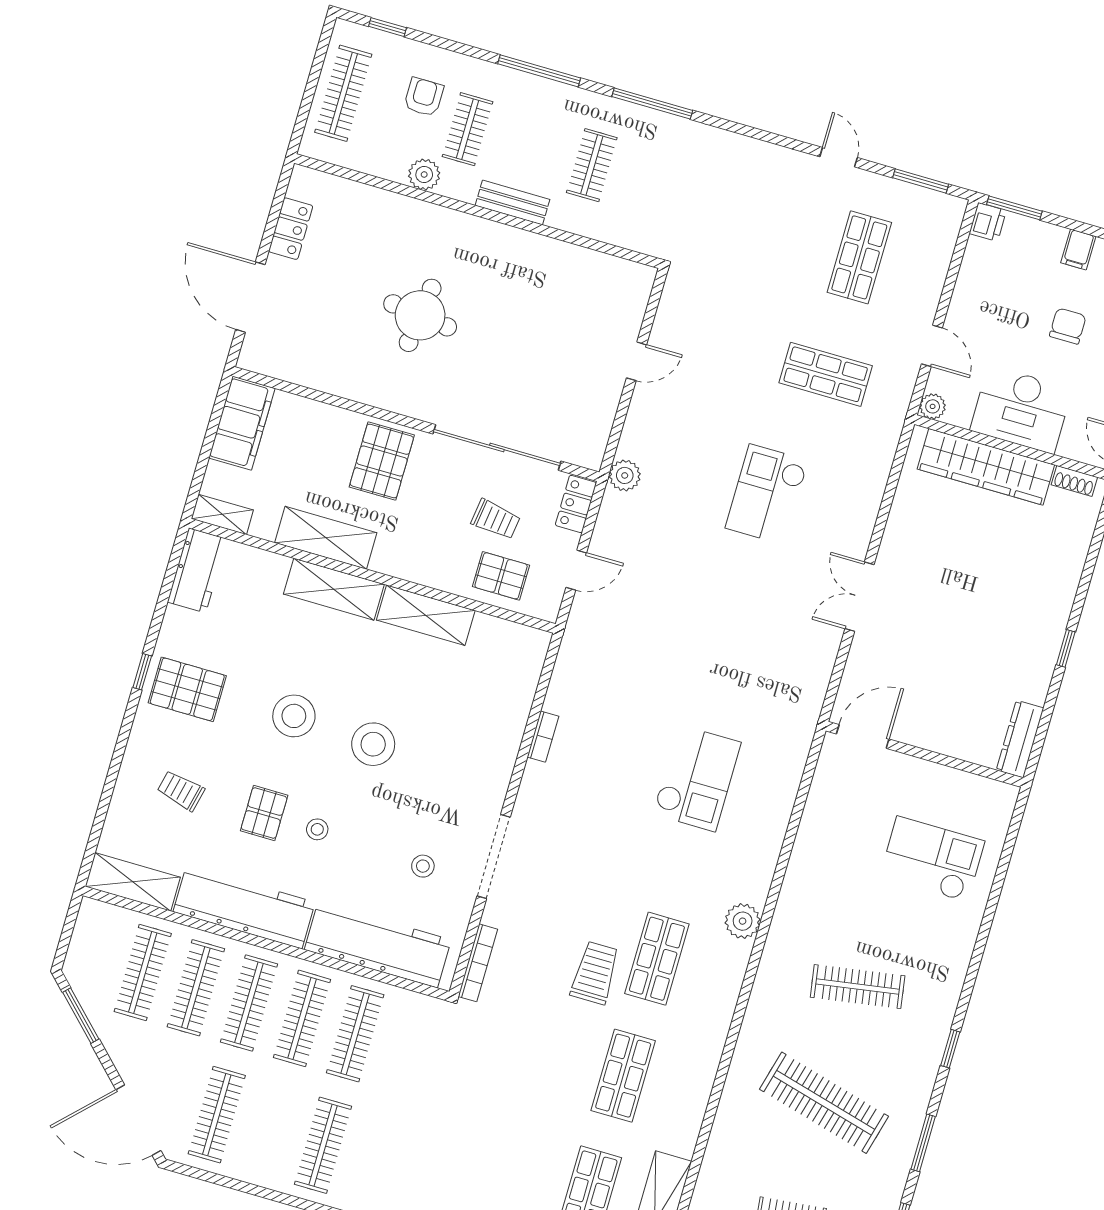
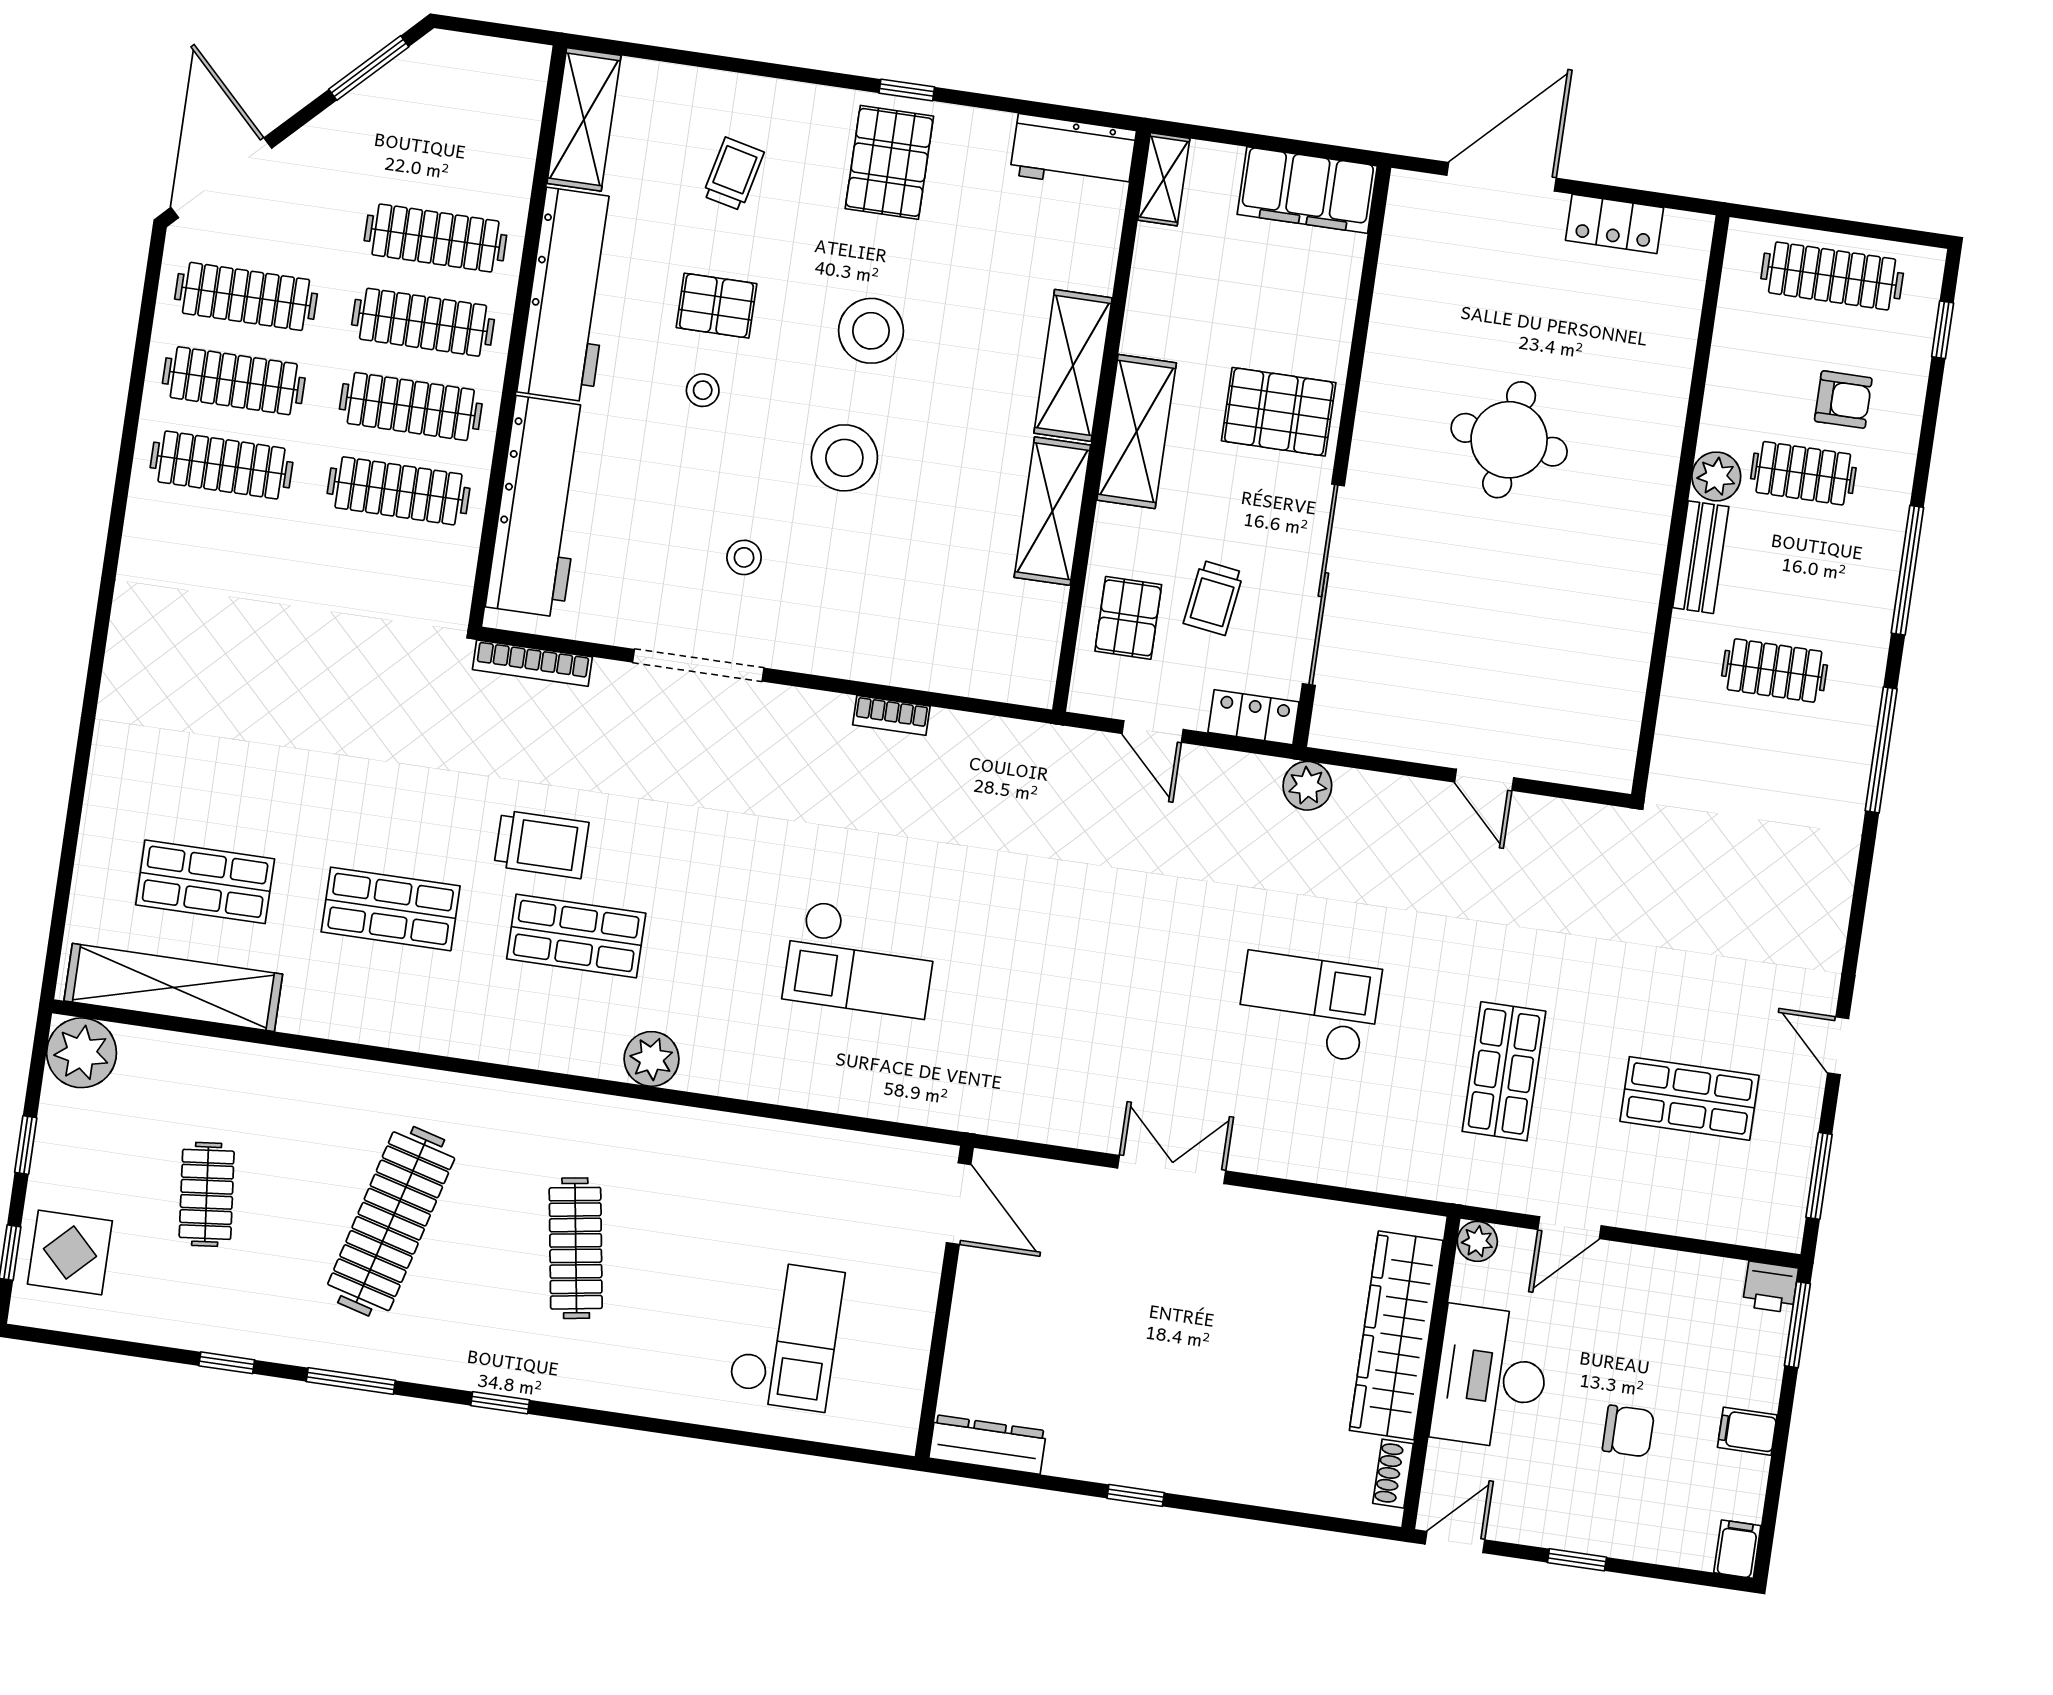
door: (839, 157) -> (1838, 1046), swing flipped
plant: (424, 174) -> (1716, 476), moved
shelving: (326, 538) -> (1137, 431), moved
stool: (423, 866) -> (744, 557), moved
clothes rail: (143, 972) -> (234, 381), moved

